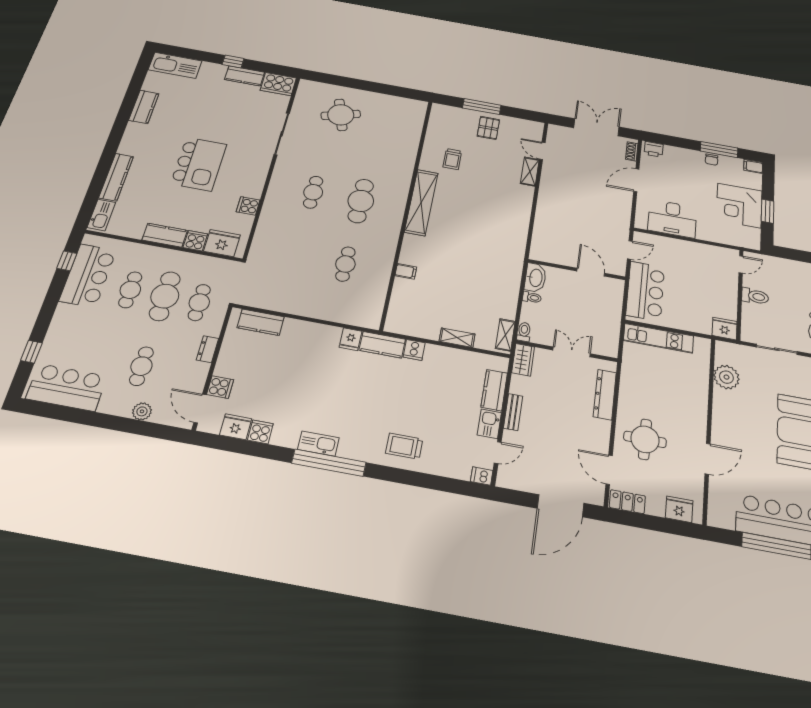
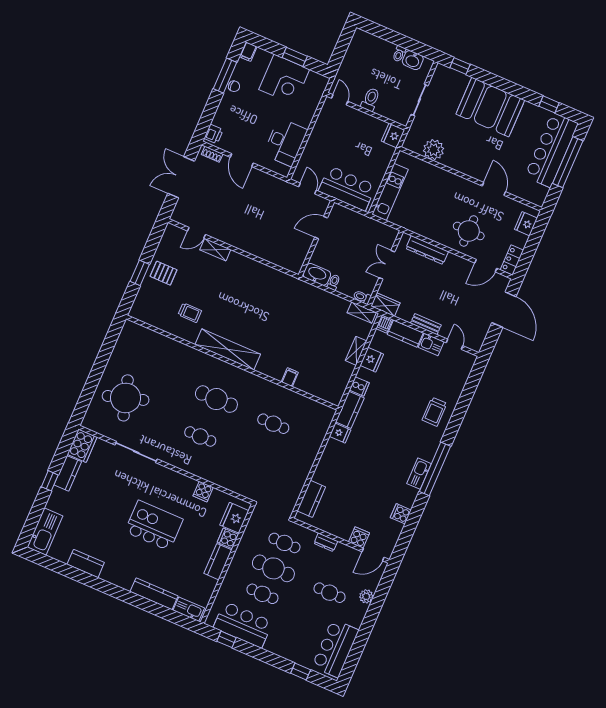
window: (482, 107) -> (140, 273), width x0.69
round table: (341, 115) -> (126, 398), width x1.36, depth x1.36
fridge: (236, 427) -> (372, 360), moved, turned 180
dishwasher: (482, 476) -> (384, 324), moved

